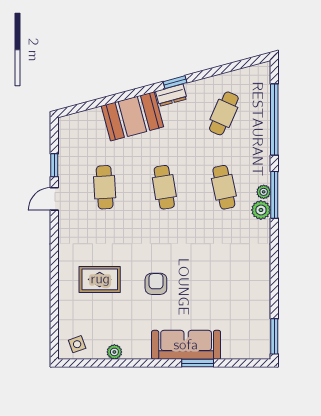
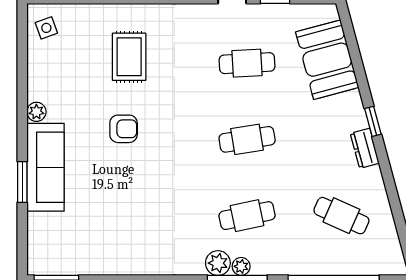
window: (175, 82) -> (373, 121), moved
booth: (132, 116) -> (327, 60), moved
plant: (114, 352) -> (36, 112), moved

